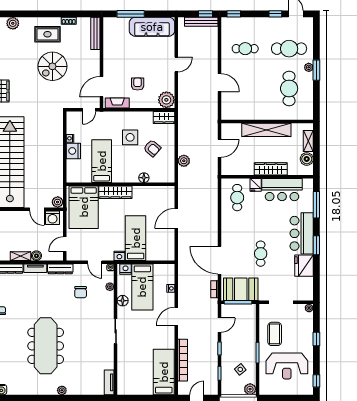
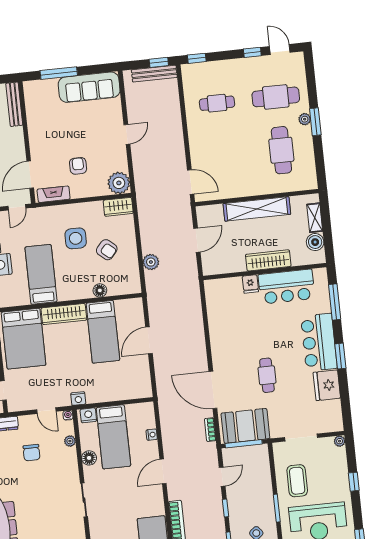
door: (220, 83) -> (191, 182), moved
cafe table: (237, 198) -> (228, 304), removed
bed: (136, 238) -> (103, 332), moved, turned 180

